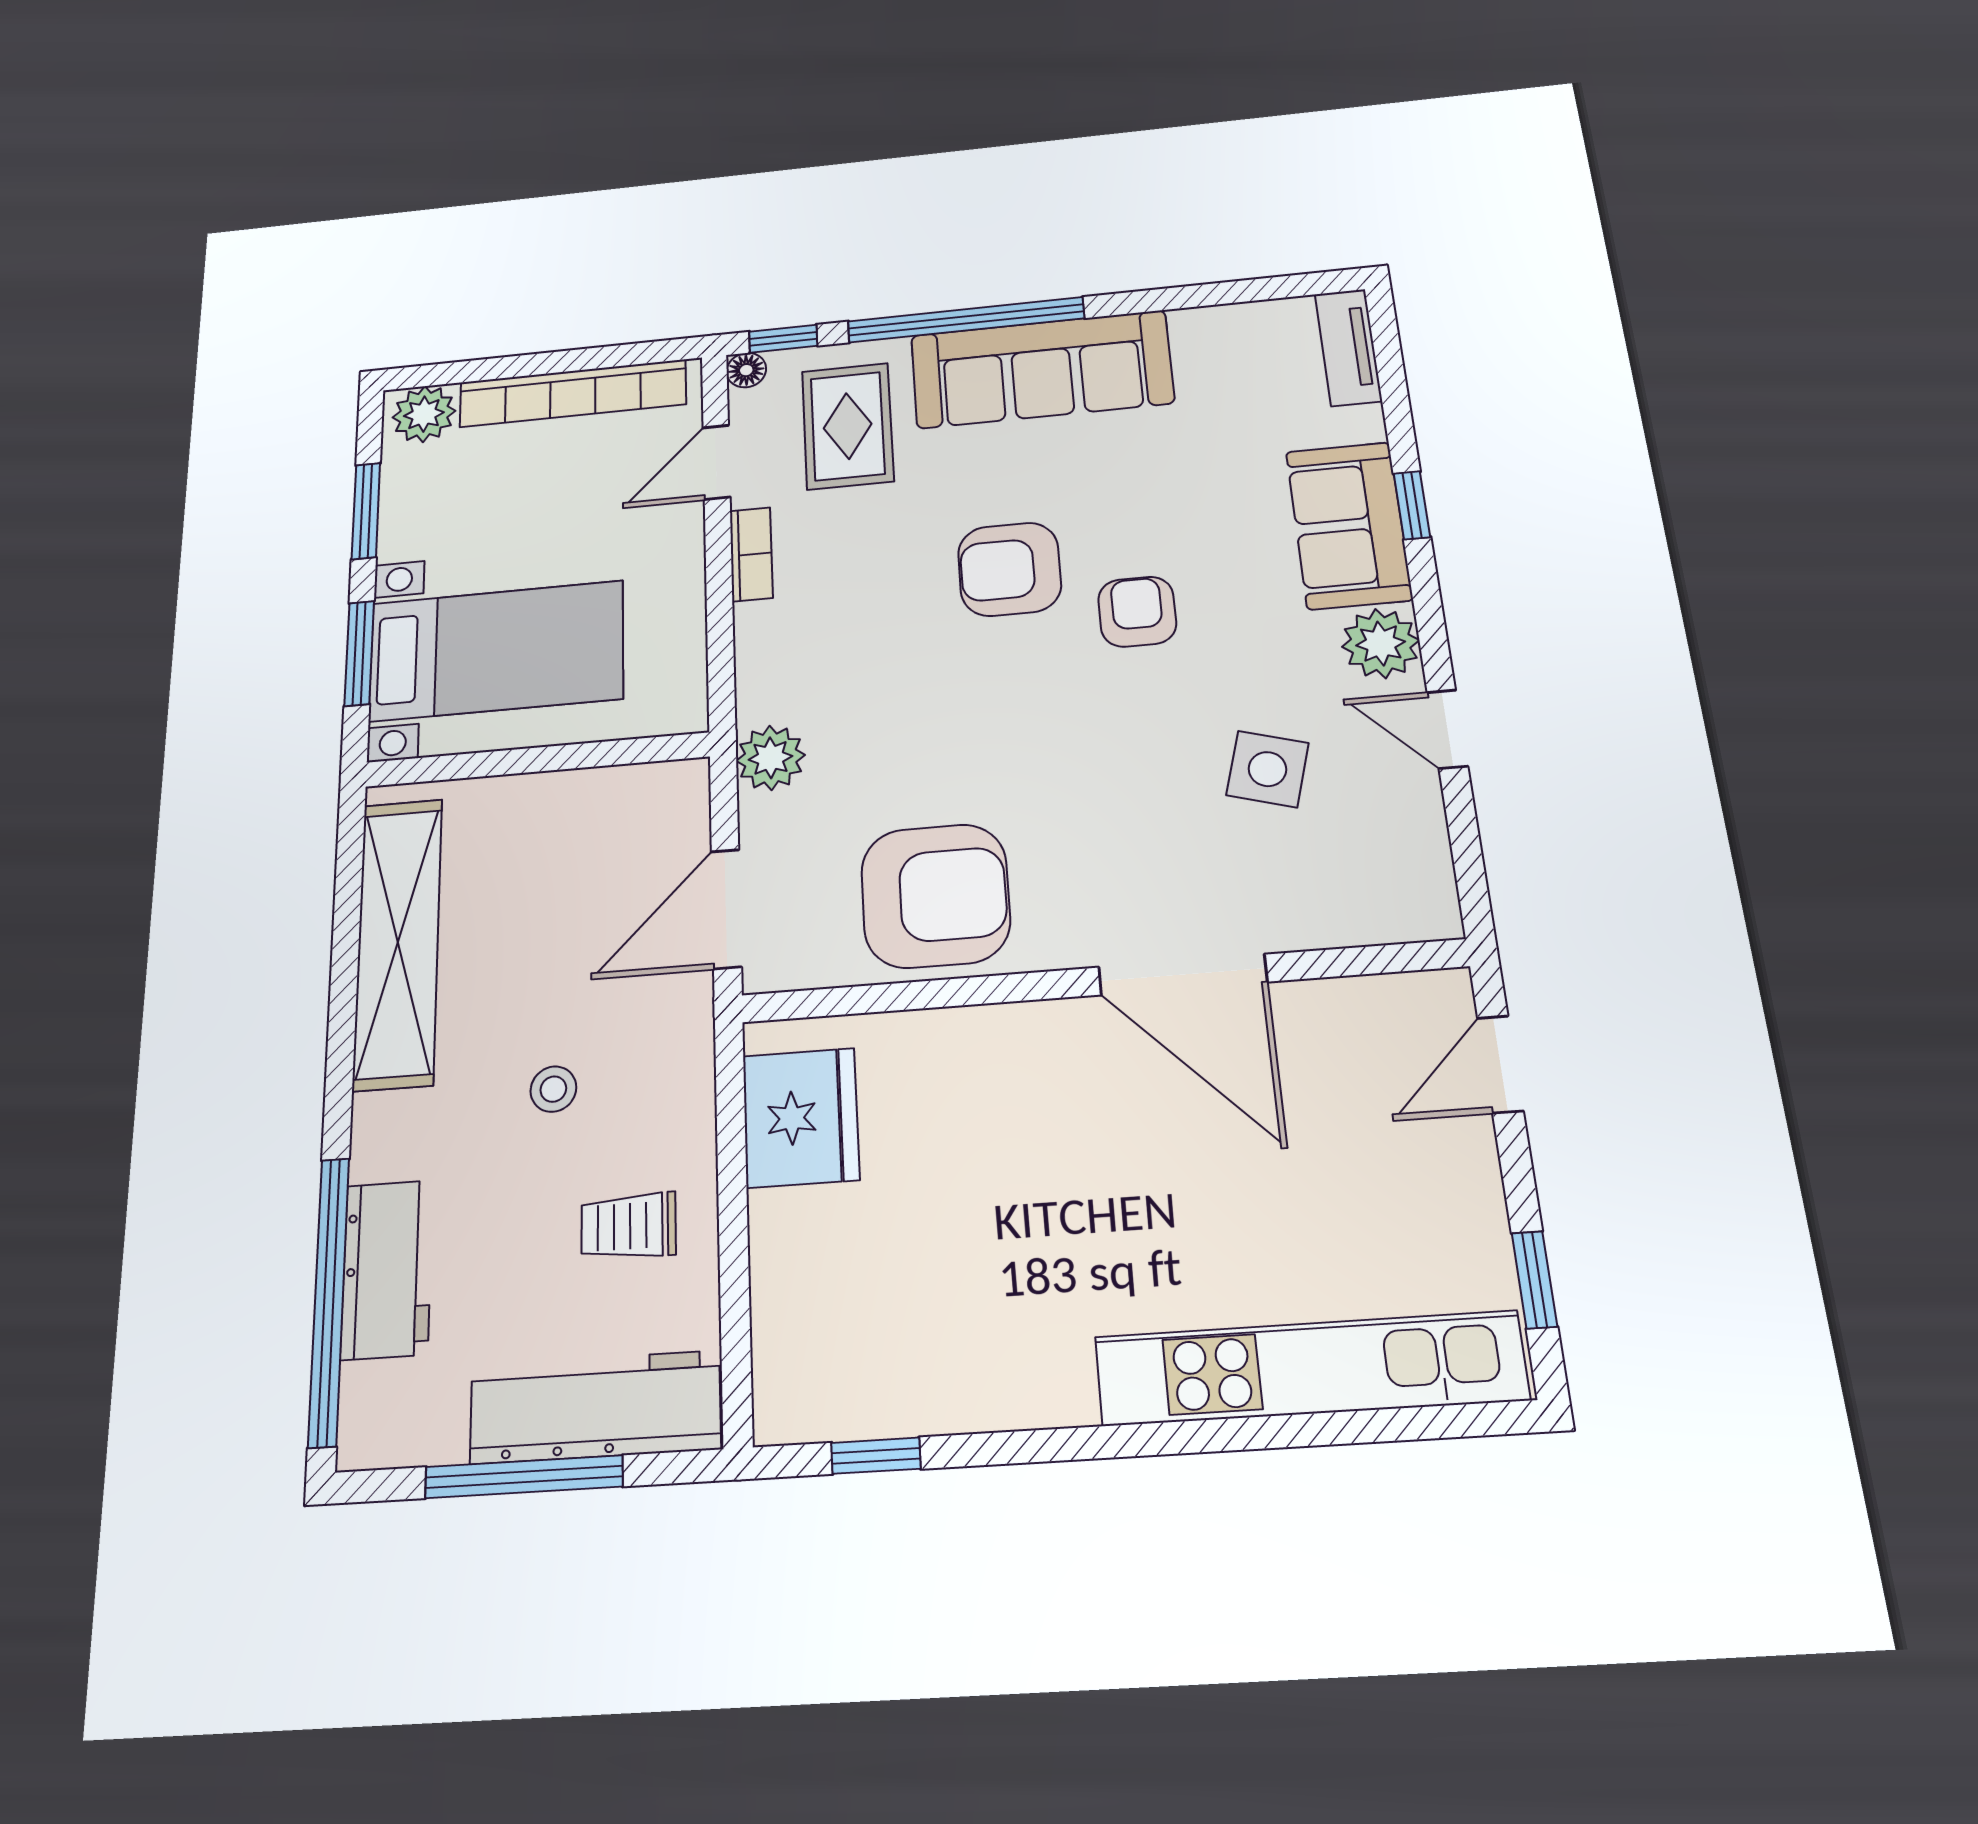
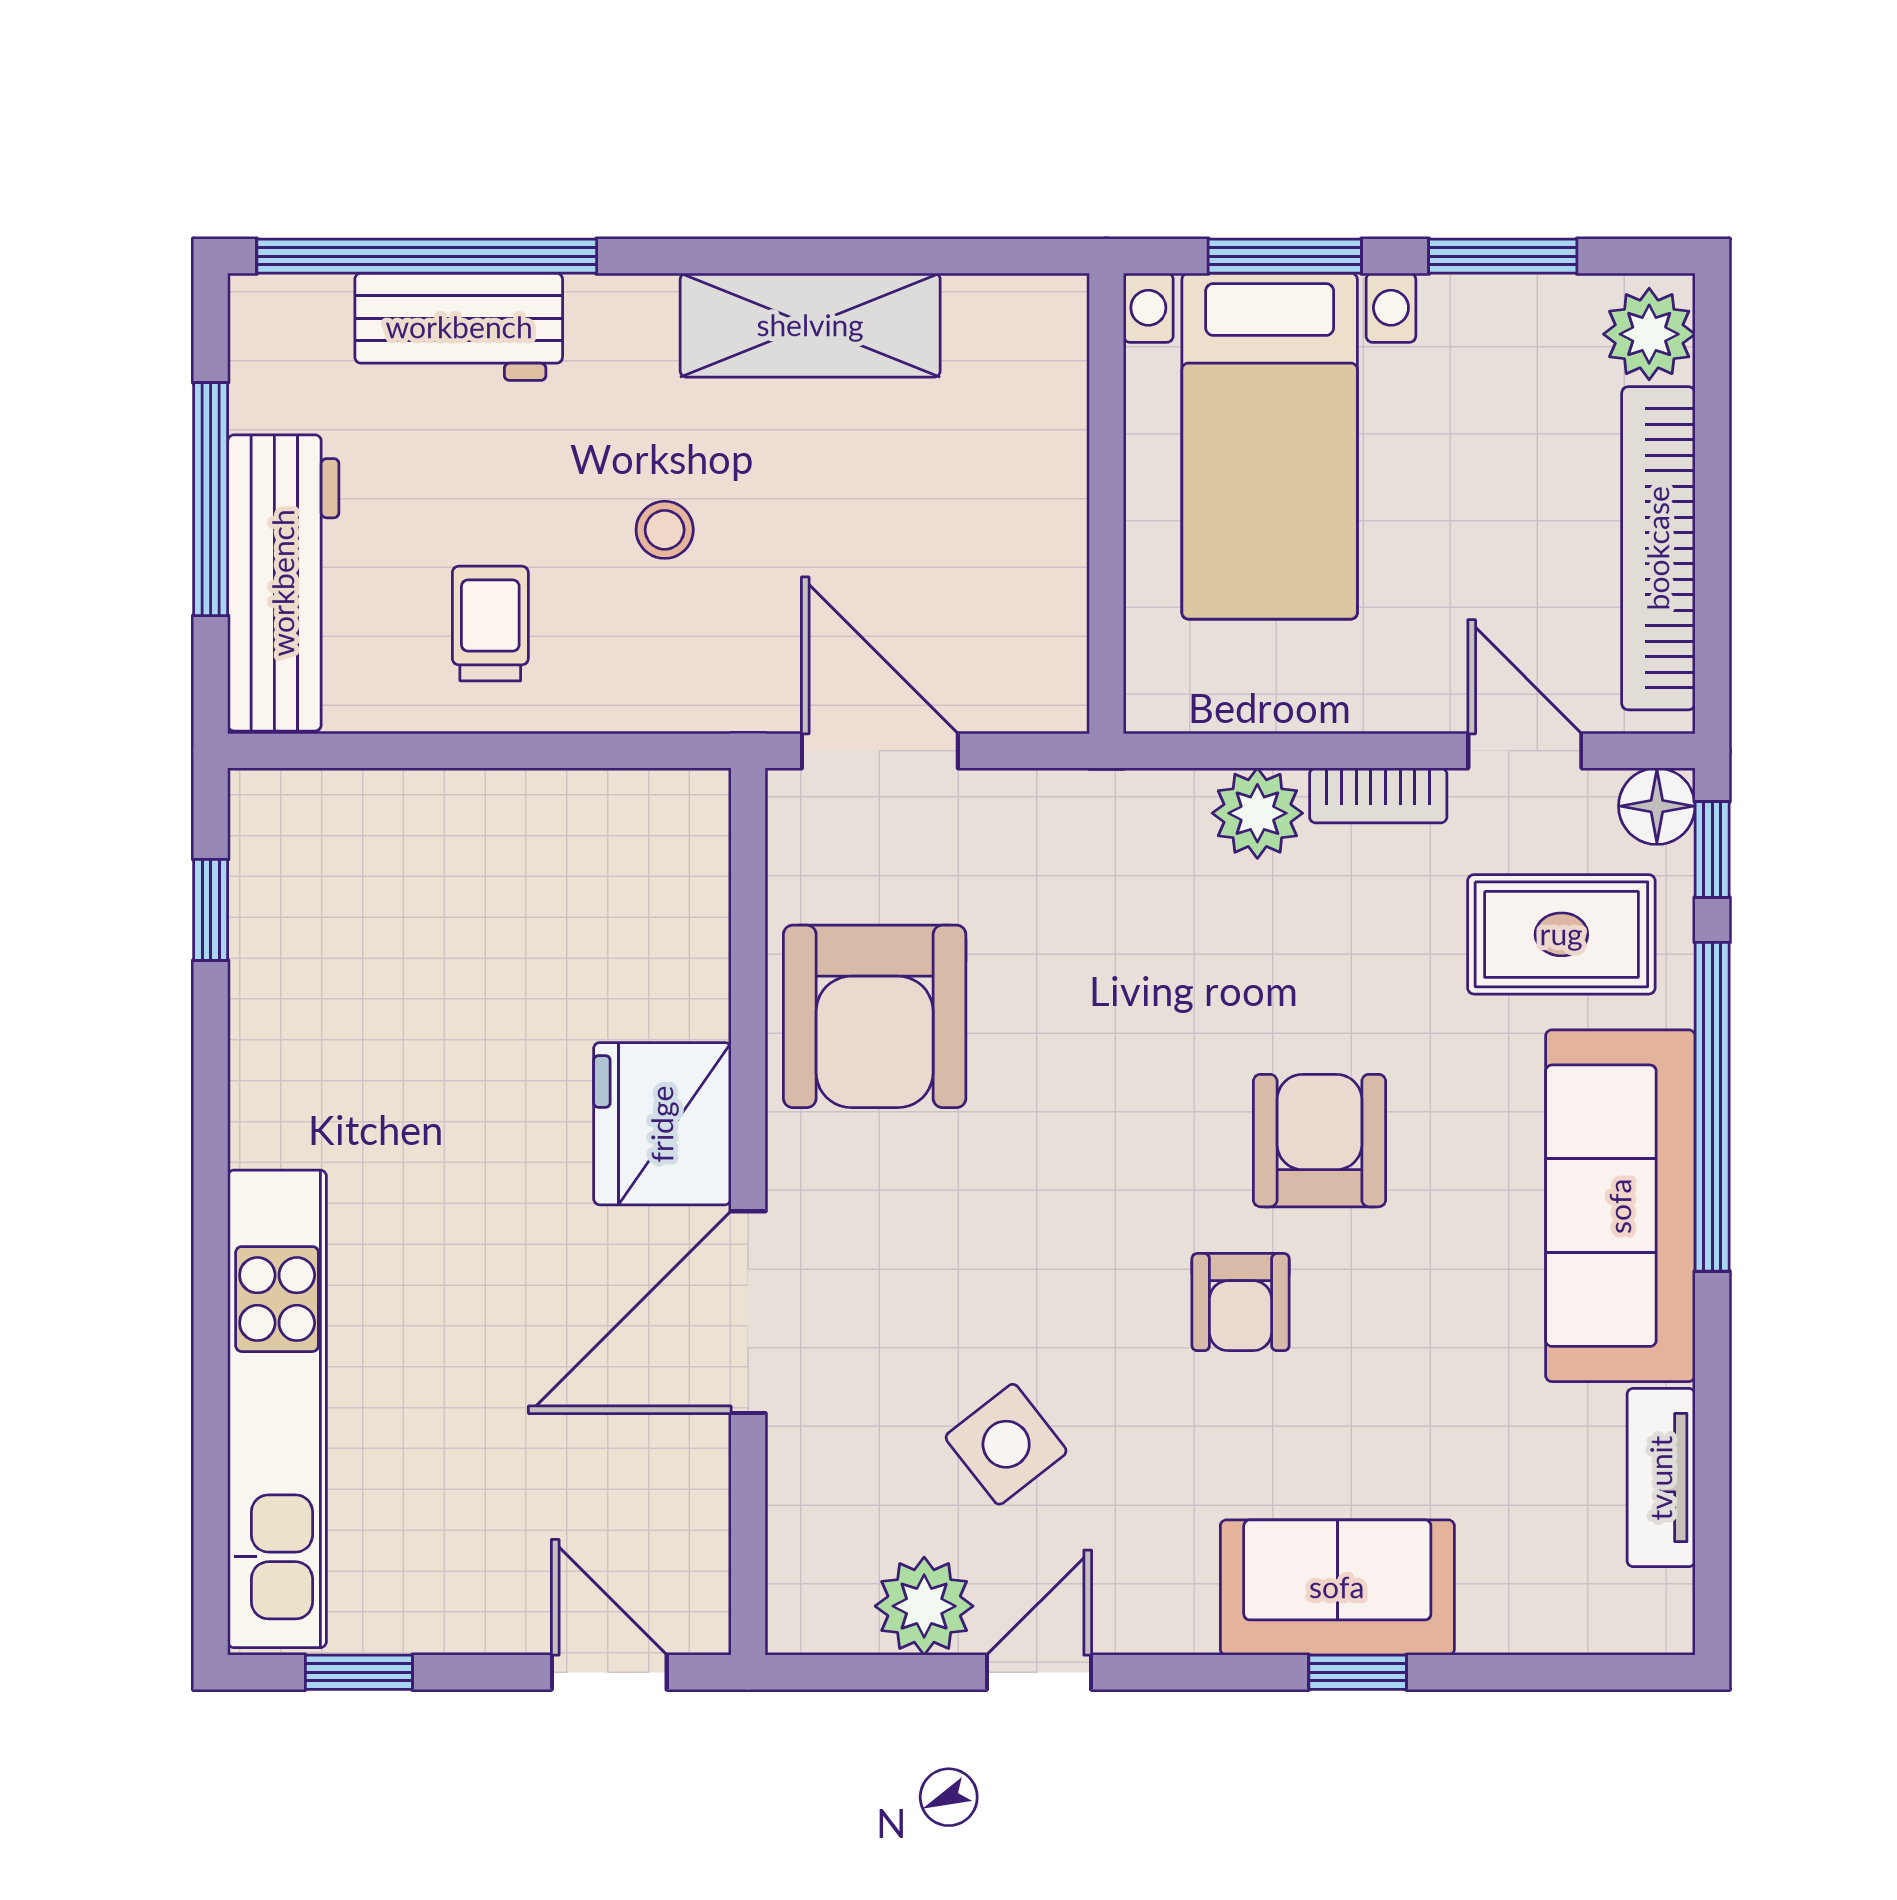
tv unit: (1348, 347) -> (1661, 1478), moved, turned -90
floor lamp: (746, 370) -> (1657, 806), width x1.37, depth x1.37
armchair: (1137, 612) -> (1241, 1302), turned 90
plant: (1381, 643) -> (924, 1606), moved
plant: (771, 758) -> (1257, 813), moved
side table: (1267, 769) -> (1006, 1444), turned 36
shelving: (398, 942) -> (810, 325), width x0.68
fridge: (801, 1118) -> (662, 1124), moved, turned 90

